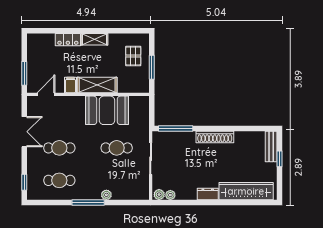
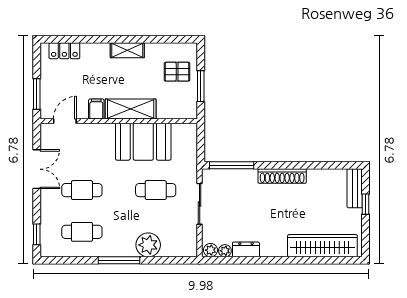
locker: (68, 40) -> (64, 51), moved
pallet: (133, 56) -> (177, 72), turned 90
dresser: (208, 194) -> (246, 249), moved
plant: (106, 195) -> (148, 245), width x1.87, depth x1.87

